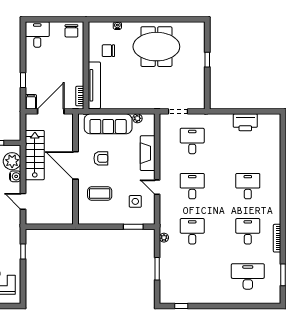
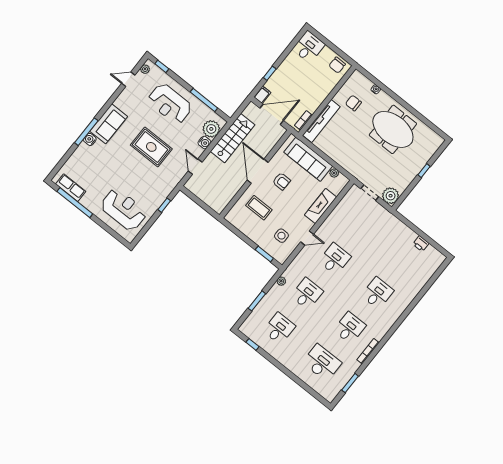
plant: (196, 101) -> (391, 196), added
printer: (245, 122) -> (421, 244), width x0.53, depth x0.68
desk: (192, 141) -> (279, 328), moved
door: (157, 187) -> (307, 238), swing flipped

